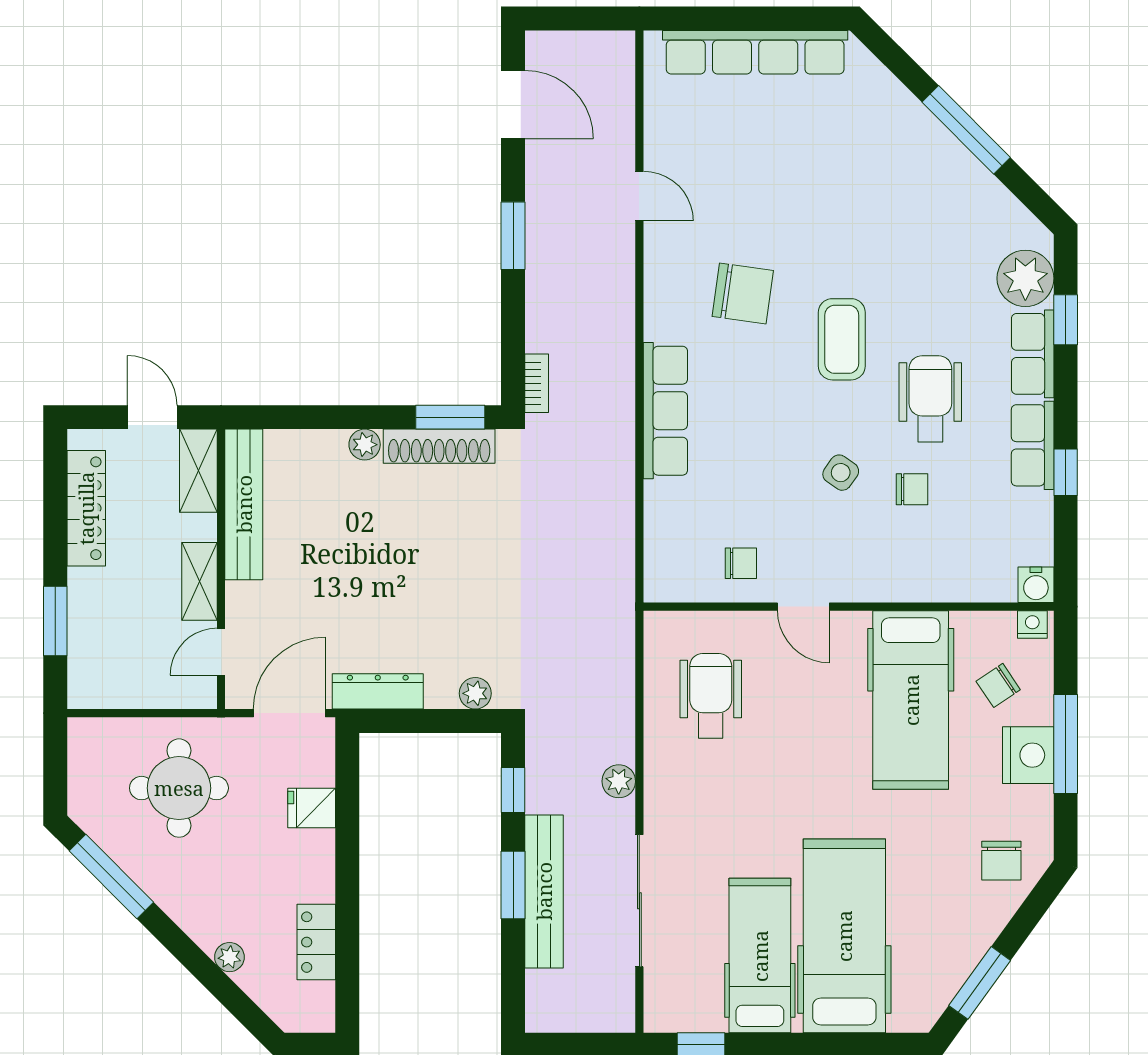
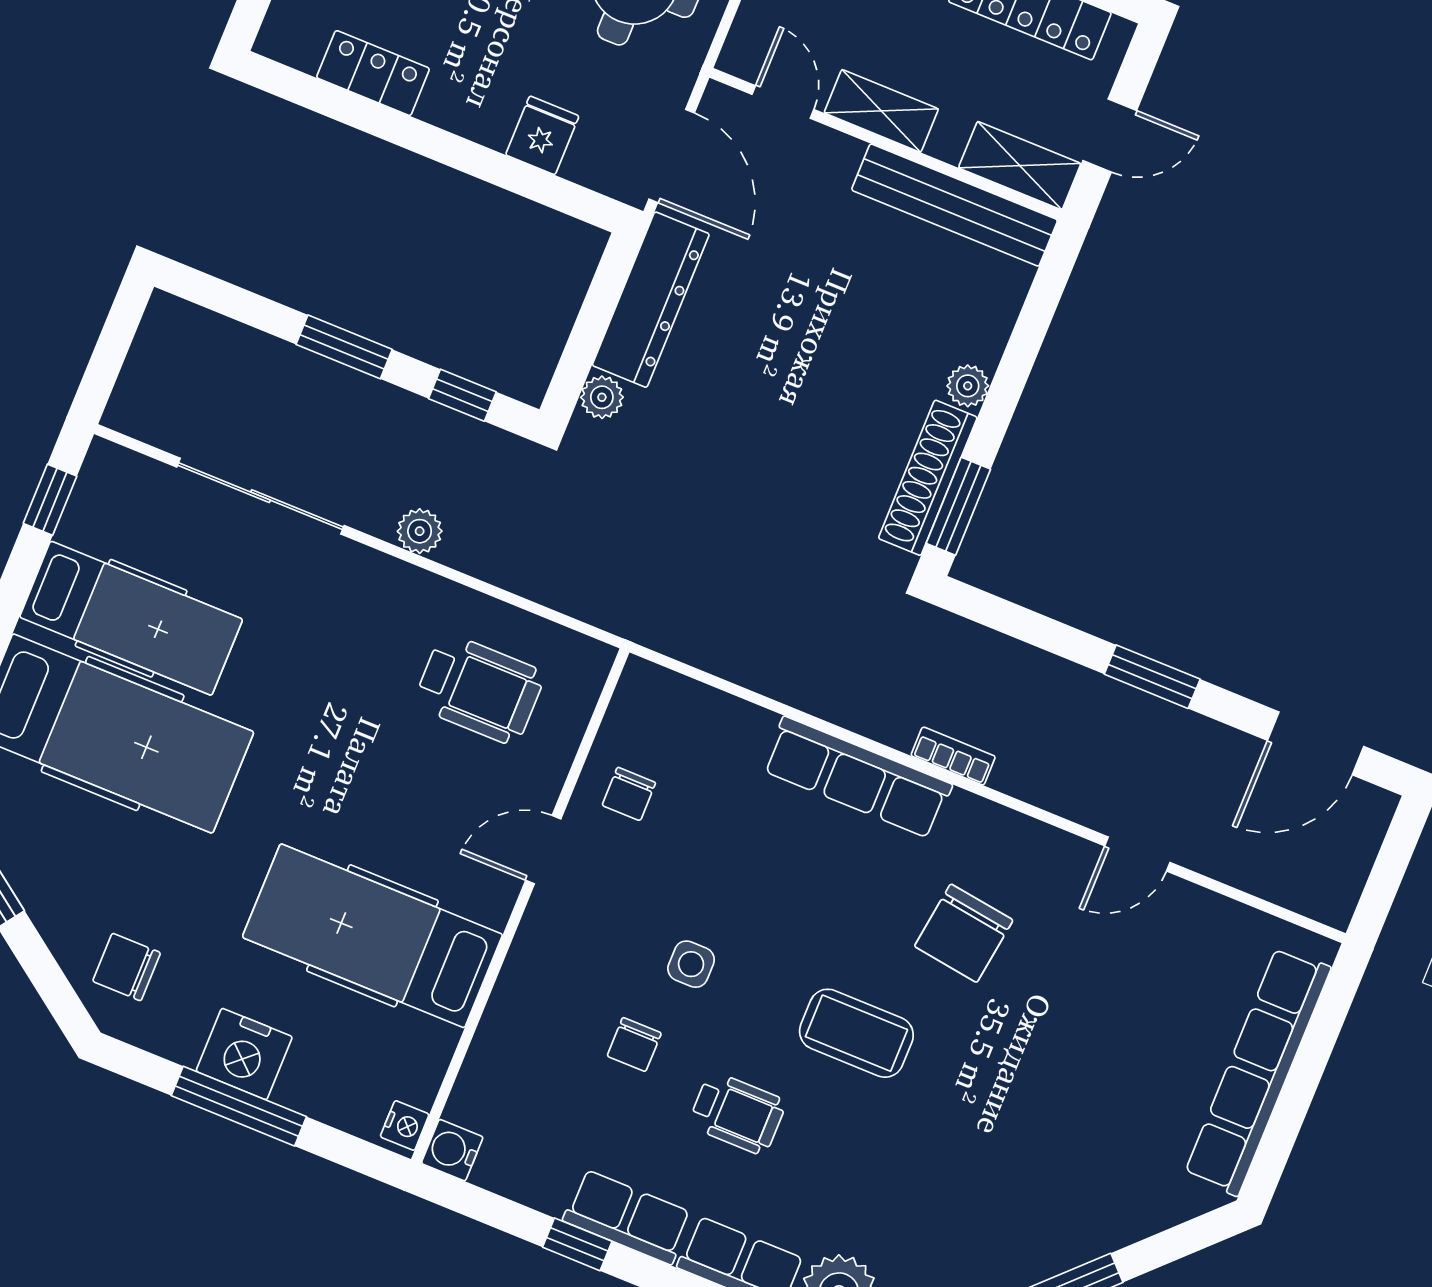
bookcase: (537, 383) -> (953, 756), moved, turned 180
wheelchair: (930, 399) -> (737, 1113), width x0.73, depth x0.73
side table: (841, 473) -> (691, 964), turned -35
chair: (998, 685) -> (346, 1052), removed
dresser: (378, 691) -> (651, 300), width x1.37, depth x1.24
bench: (544, 891) -> (320, 382), removed

